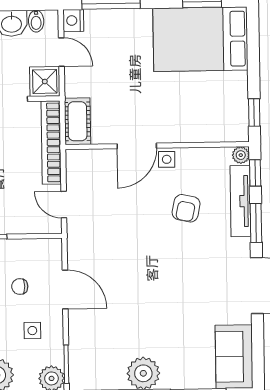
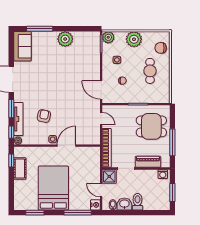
bed: (200, 39) -> (53, 188), moved, turned -90
cot: (77, 121) -> (20, 168), moved
door: (65, 289) -> (101, 90), moved

